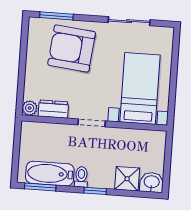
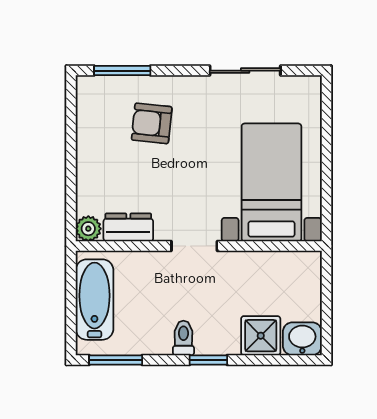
armchair: (72, 48) -> (152, 123), width x0.53, depth x0.53
bathtub: (50, 174) -> (94, 300), moved, turned 90

